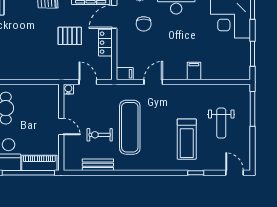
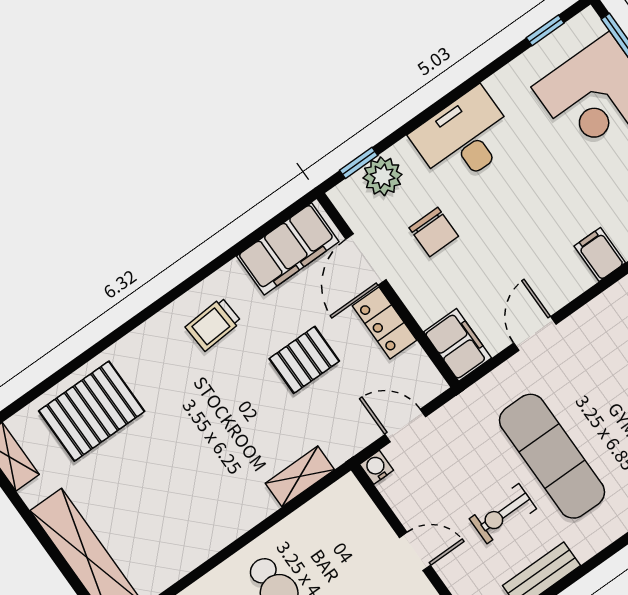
shelving: (40, 74) -> (300, 476), added
filing cabinet: (125, 74) -> (458, 345), width x2.00

